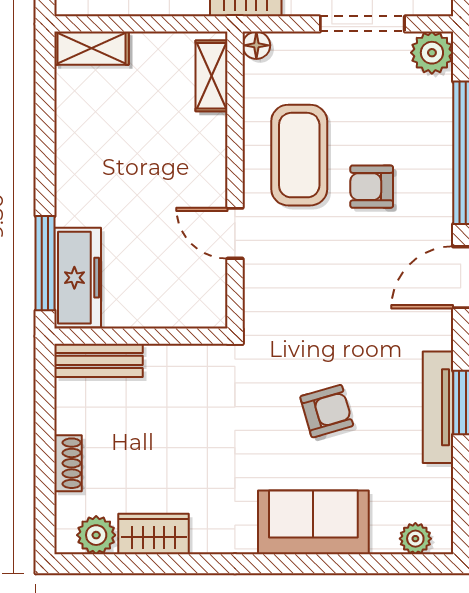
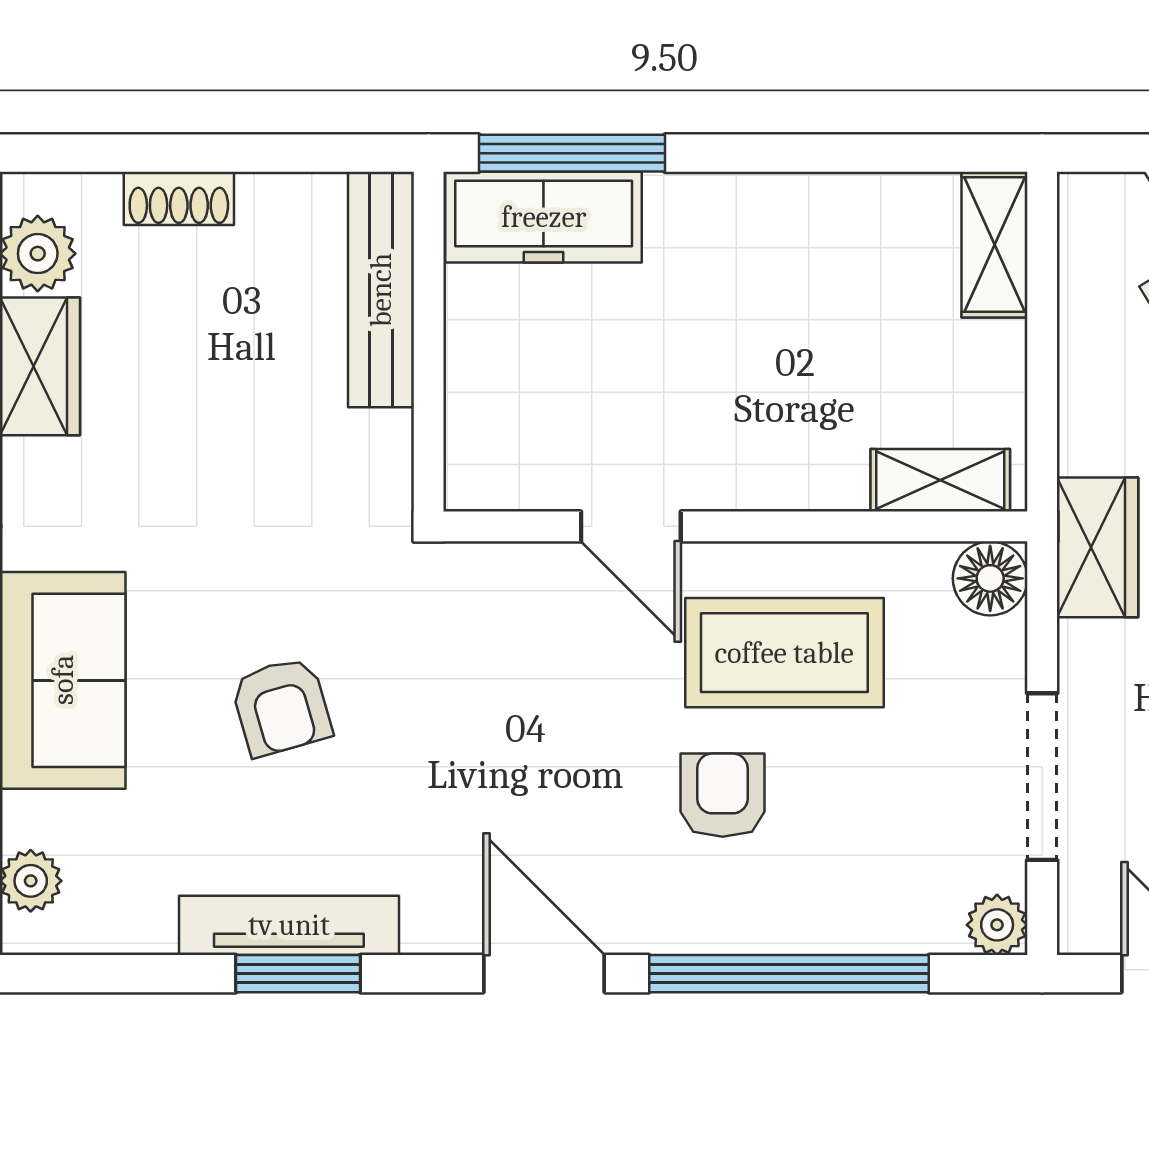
floor lamp: (256, 45) -> (990, 578), width x1.37, depth x1.37
plant: (432, 53) -> (997, 925), width x0.73, depth x0.73
door: (235, 233) -> (631, 526), swing flipped
bench: (99, 360) -> (381, 290), width x1.36

